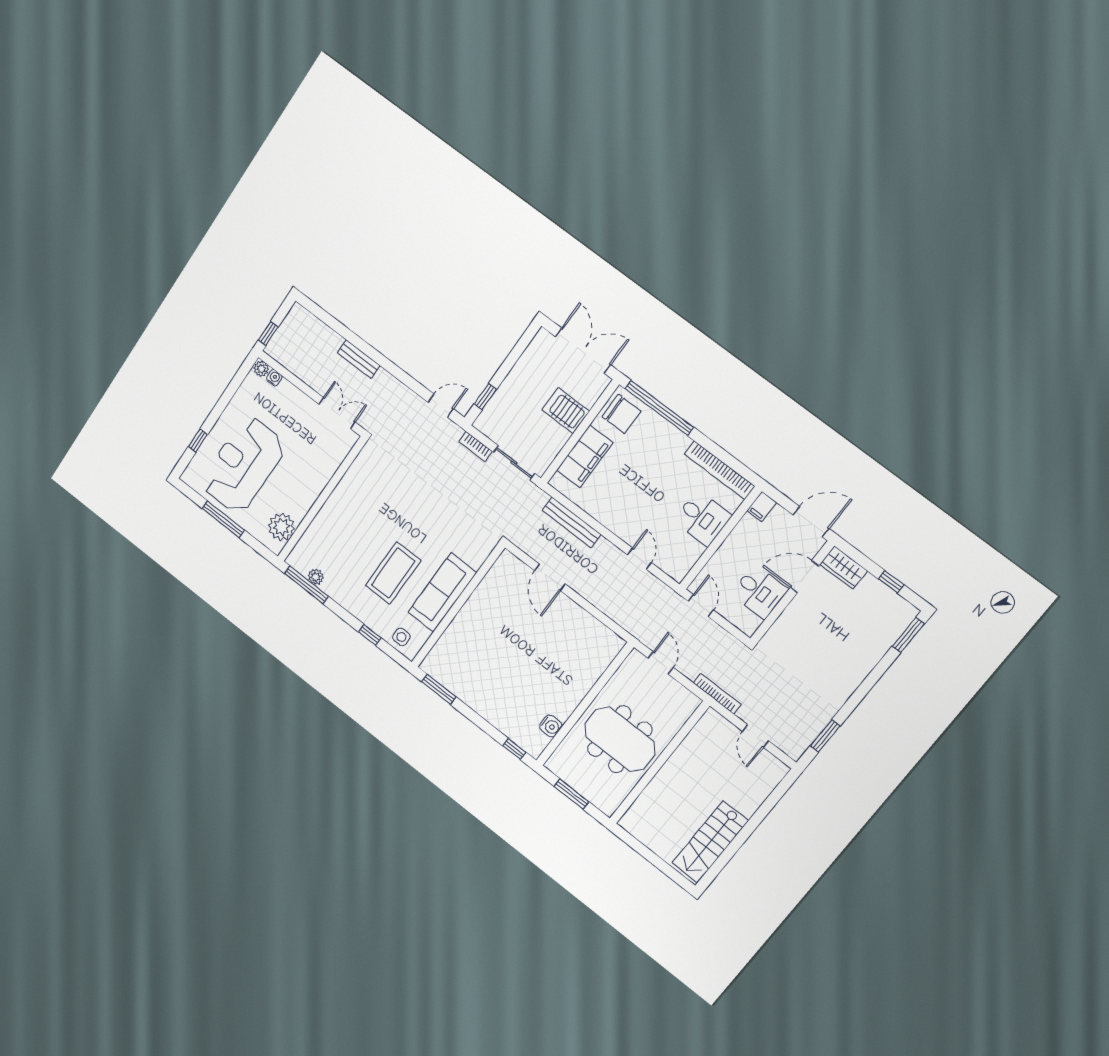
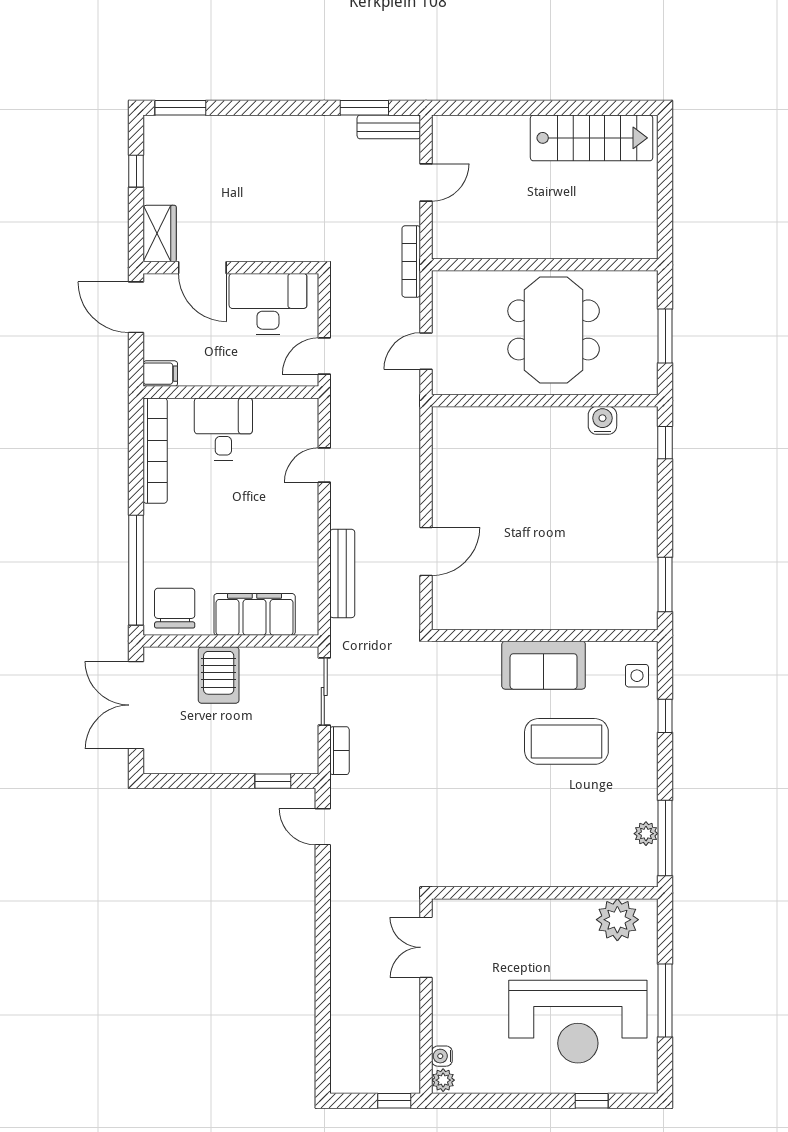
bench: (359, 359) -> (389, 127), moved, turned 90
sofa: (442, 592) -> (544, 665), width x0.73
desk: (759, 592) -> (268, 304), width x1.37

